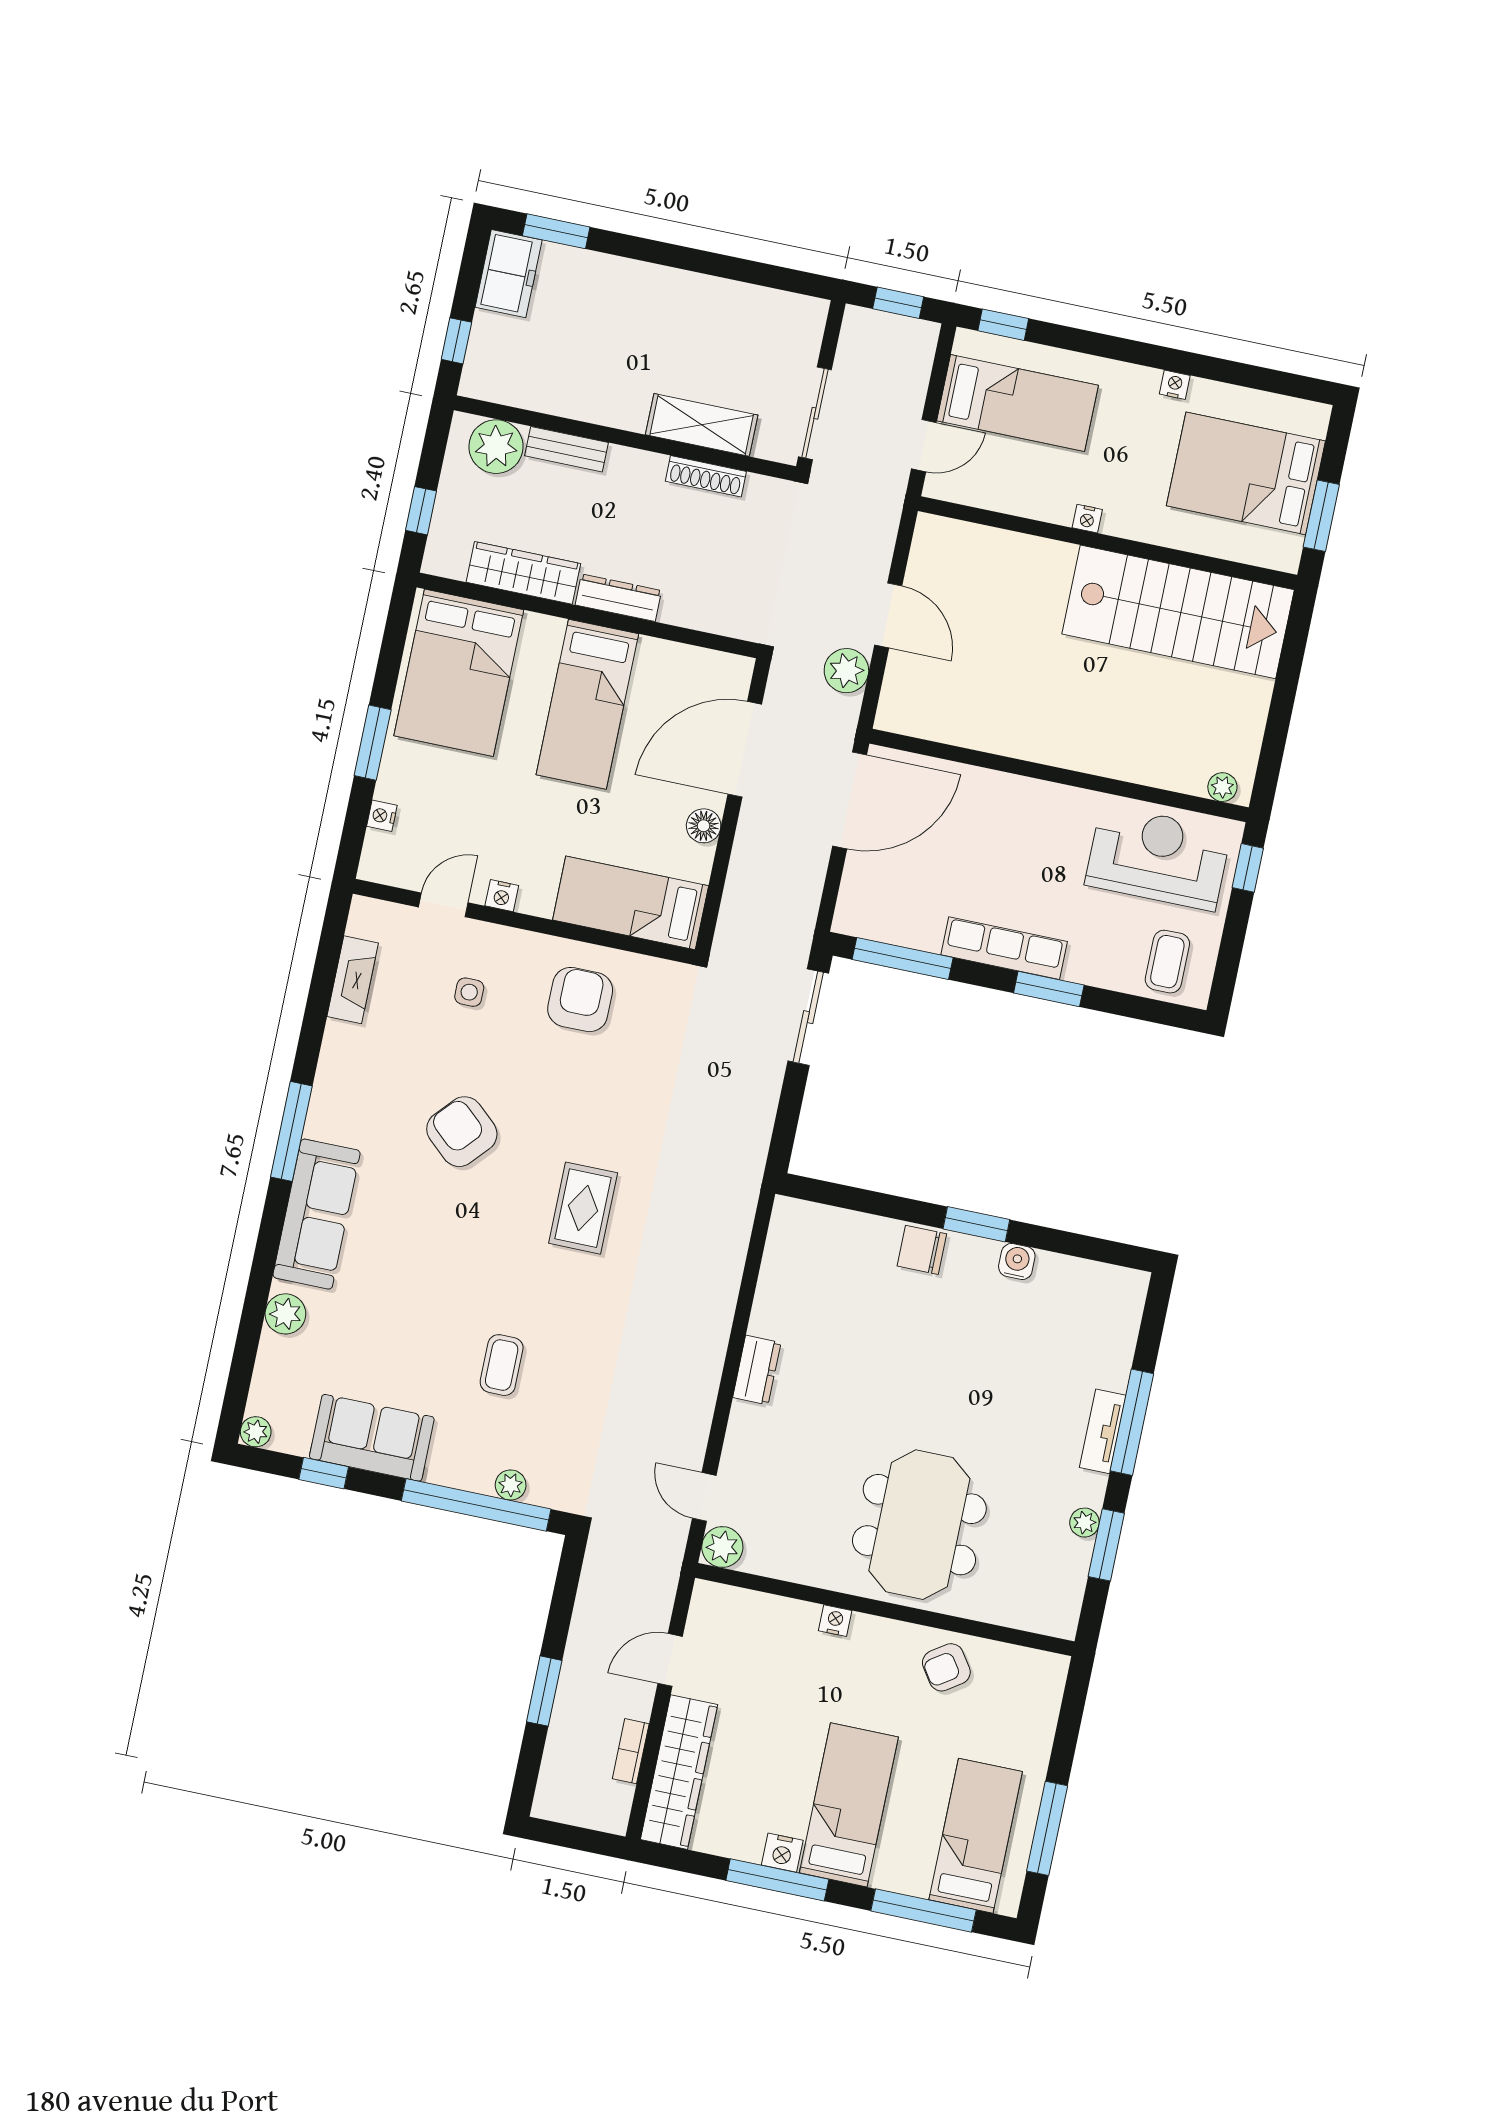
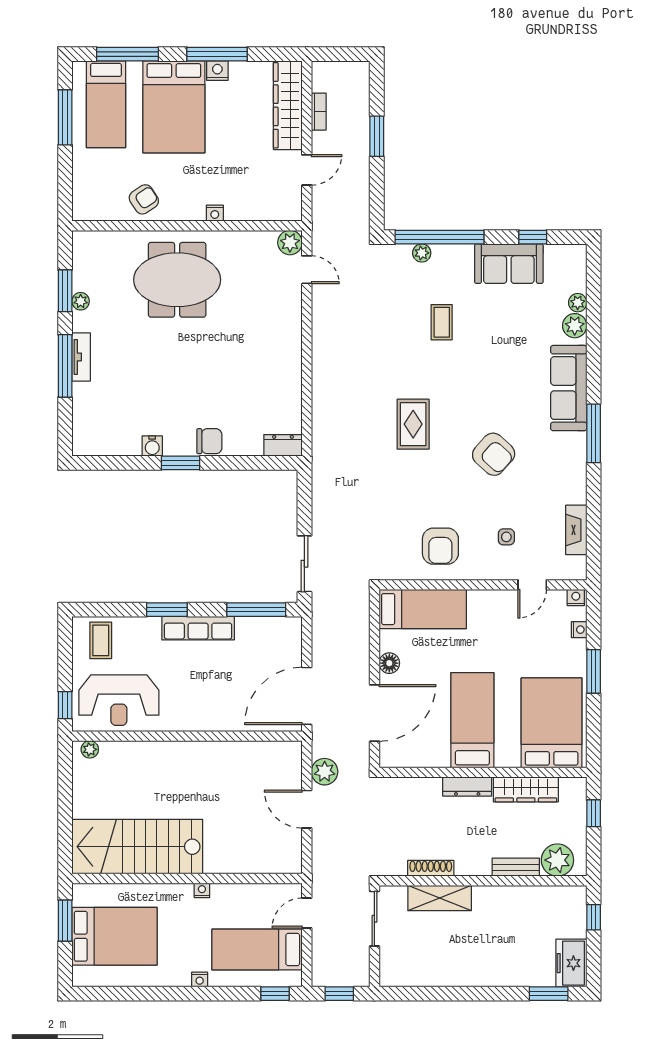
nightstand: (1175, 385) -> (200, 979), moved
nightstand: (502, 896) -> (576, 597), moved
dresser: (757, 1370) -> (283, 445), moved, turned 90
plant: (256, 1432) -> (578, 303), moved
meeting table: (919, 1525) -> (177, 280), turned 90
bed: (849, 1805) -> (174, 107), width x1.50

